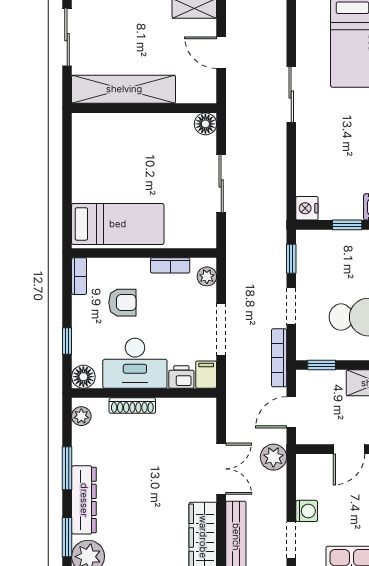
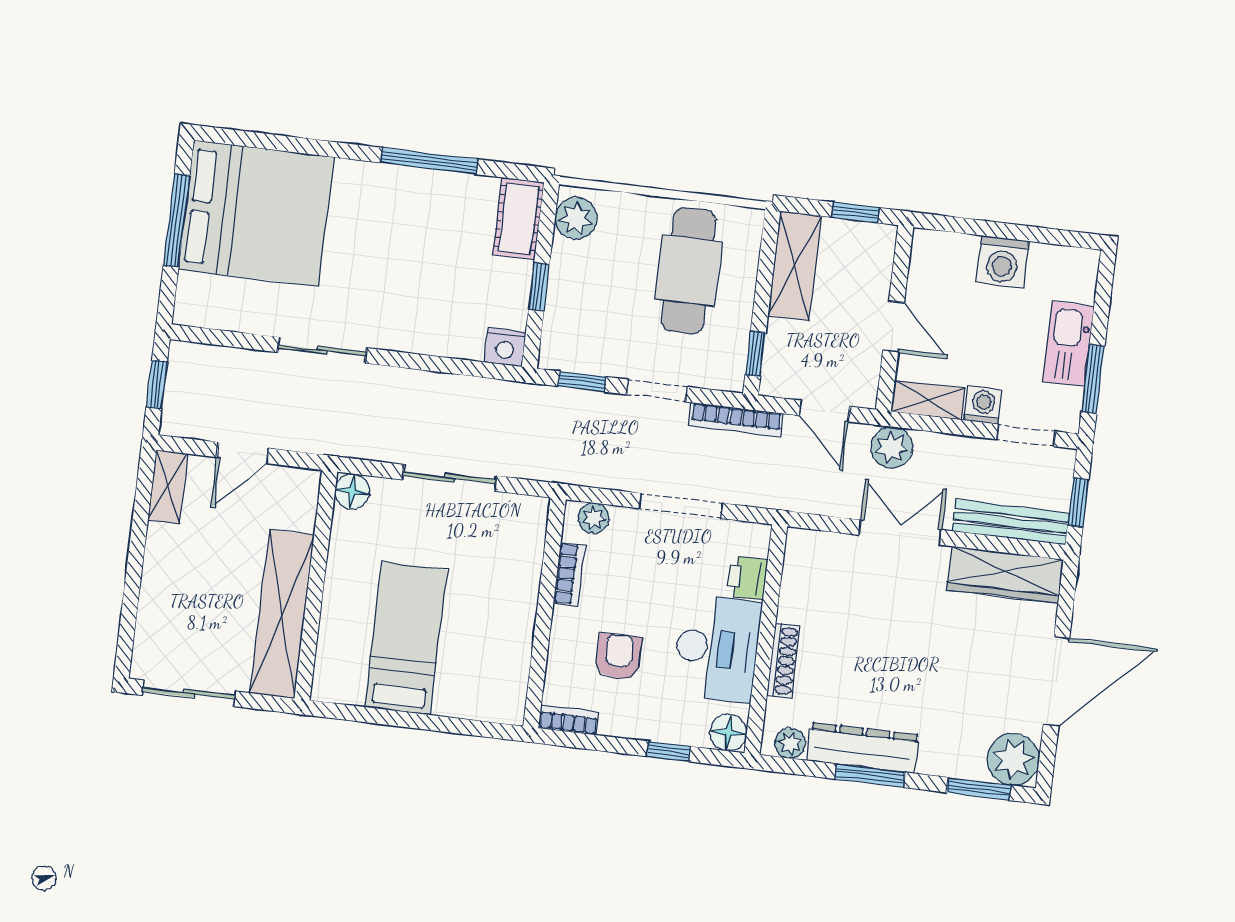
bed: (118, 224) -> (406, 638), moved
filing cabinet: (206, 375) -> (749, 538), removed
shelving: (306, 476) -> (928, 400), added
dresser: (84, 500) -> (863, 748), moved

